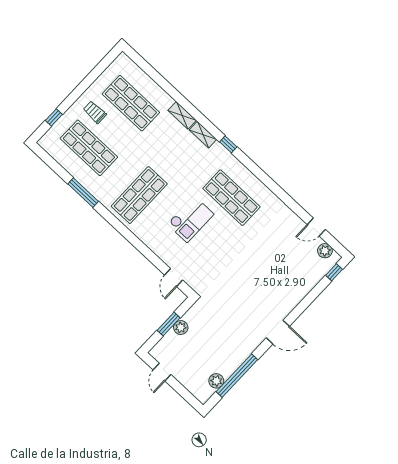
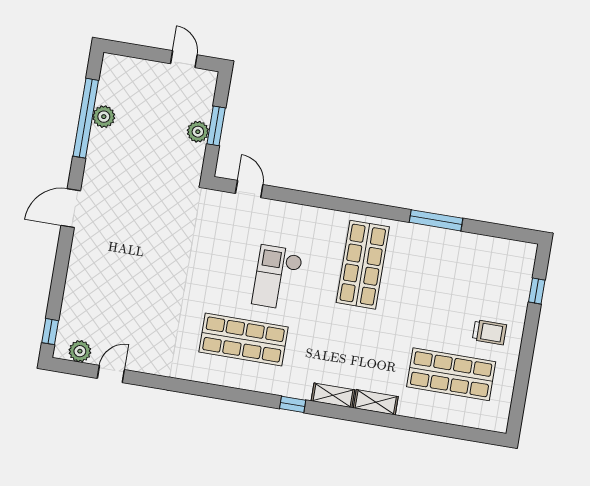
shop shelf: (89, 148) -> (467, 282), removed
plant: (216, 381) -> (104, 117), moved

